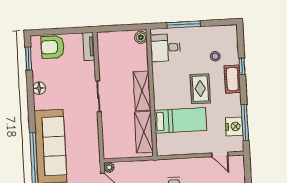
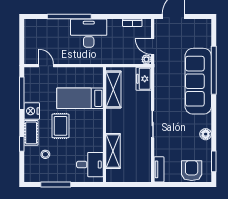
window: (184, 25) -> (56, 184), moved
boiler: (141, 37) -> (111, 175), removed
armchair: (52, 47) -> (192, 171), turned -90
shelving: (142, 91) -> (113, 151), moved
nightstand: (234, 126) -> (32, 111), moved
freezer: (111, 146) -> (144, 79), added

